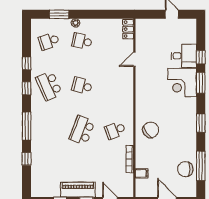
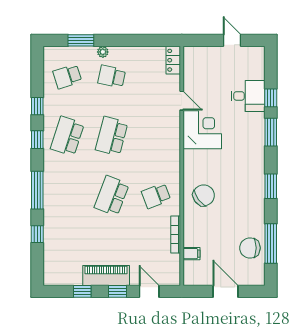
door: (134, 59) -> (182, 101), swing flipped
corner desk: (182, 83) -> (202, 130), moved, turned 180
school desk: (49, 86) -> (67, 136), turned 42
school desk: (82, 86) -> (112, 136), width x1.85

